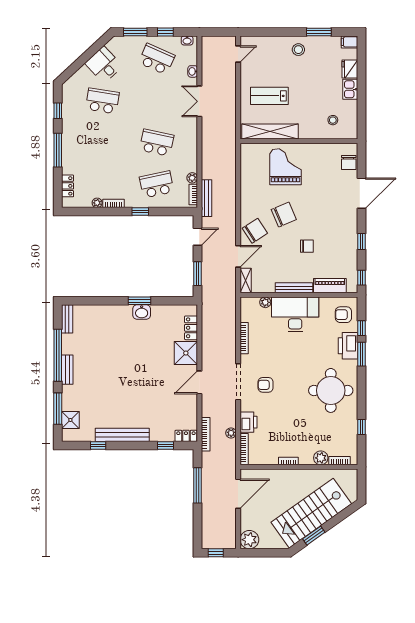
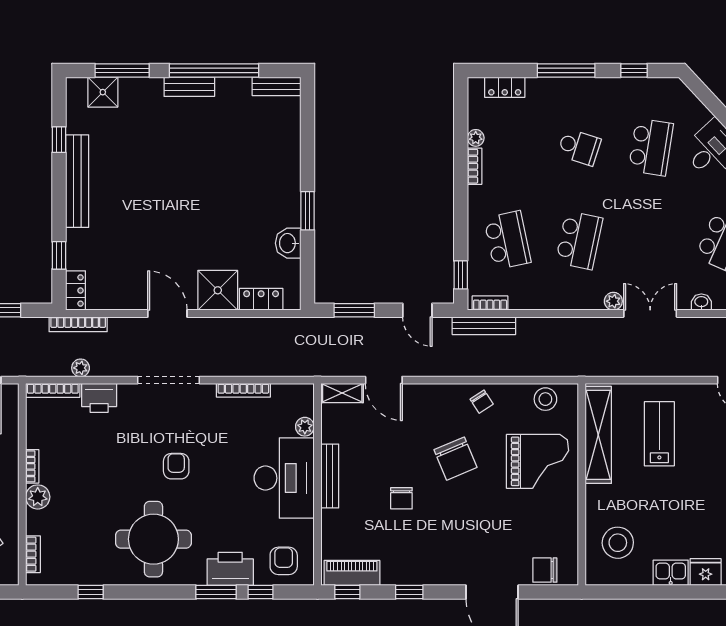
stool: (333, 120) -> (618, 543), width x1.89, depth x1.89
school desk: (102, 143) -> (579, 147), added
stool: (249, 162) -> (545, 399), added
plant: (192, 178) -> (613, 301), moved
window: (140, 212) -> (461, 275), moved
chair: (255, 231) -> (482, 402), moved, width x0.54, depth x0.54
piano: (330, 286) -> (352, 573), moved, turned -90
washbasin: (142, 312) -> (288, 243), moved
armchair: (266, 385) -> (176, 466), moved
plant: (321, 458) -> (38, 497), moved

